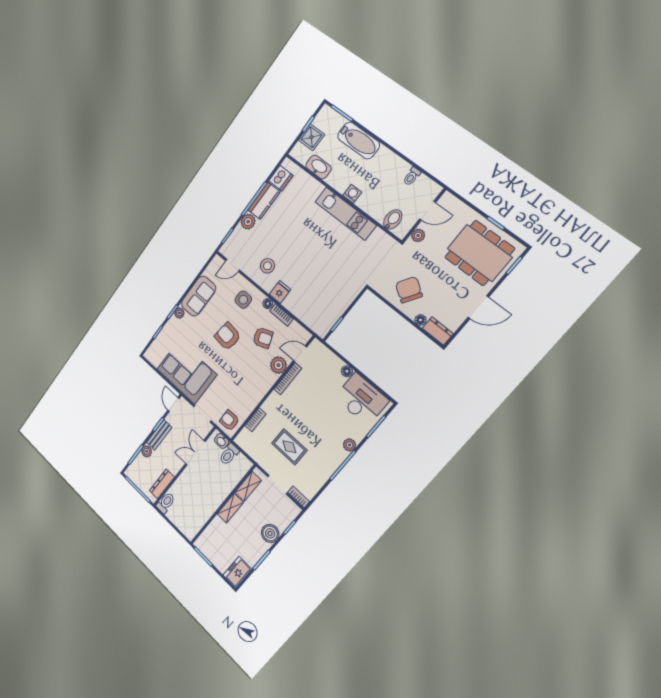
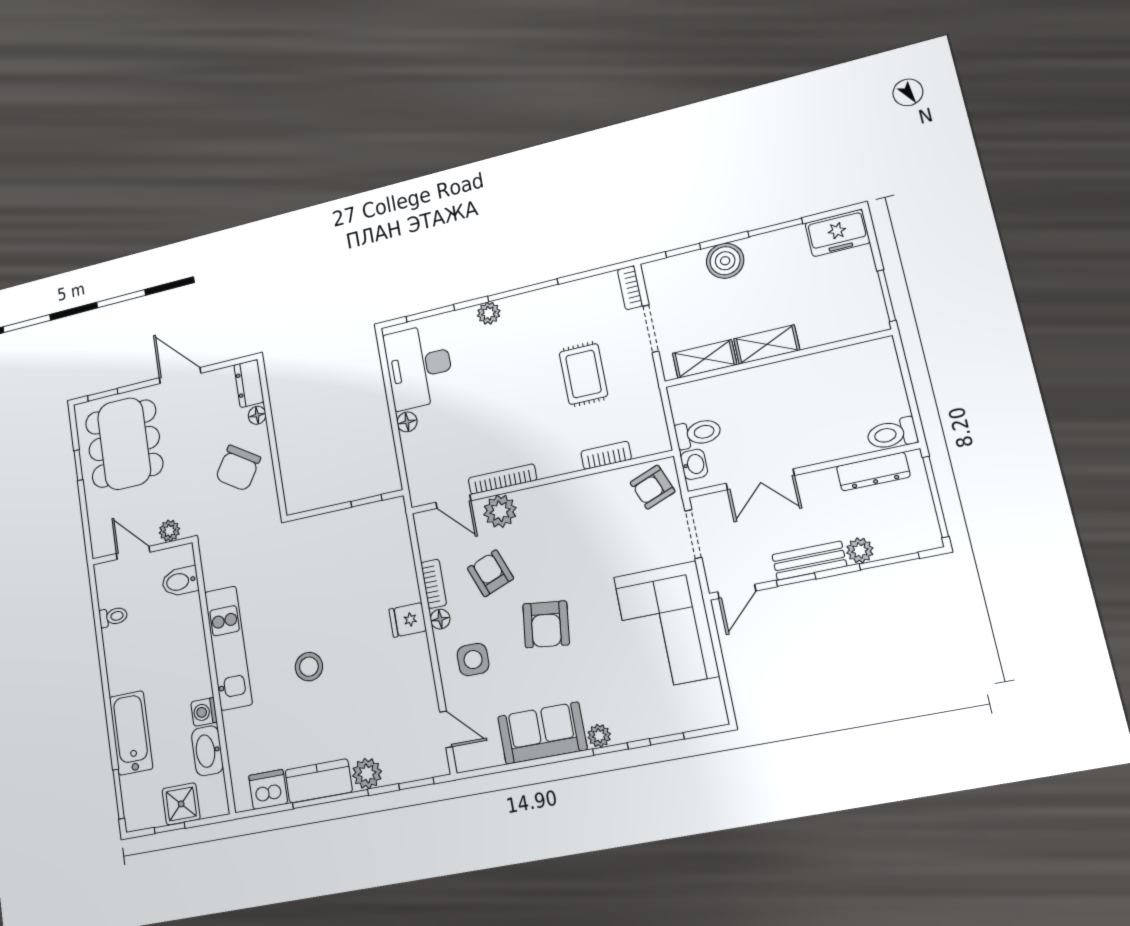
washing machine: (352, 194) -> (204, 712), moved
stool: (267, 266) -> (309, 667), moved
armchair: (229, 420) -> (653, 487), turned 70

